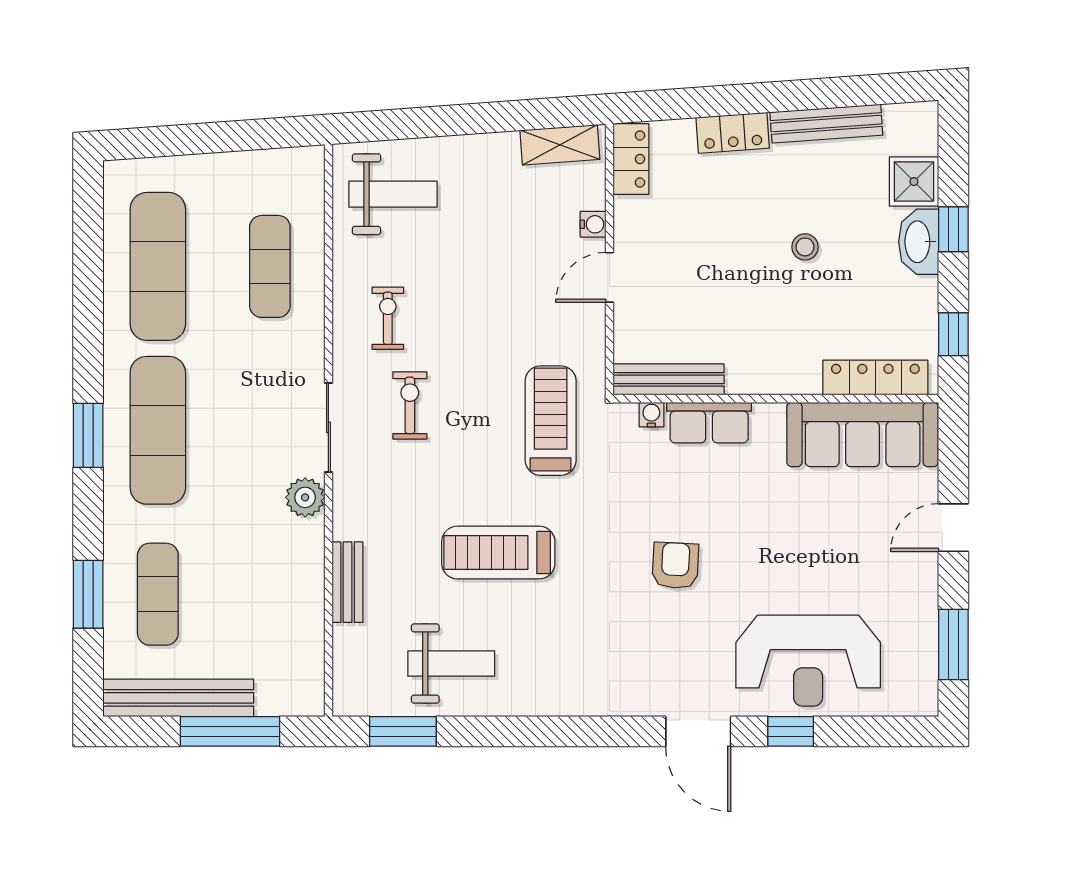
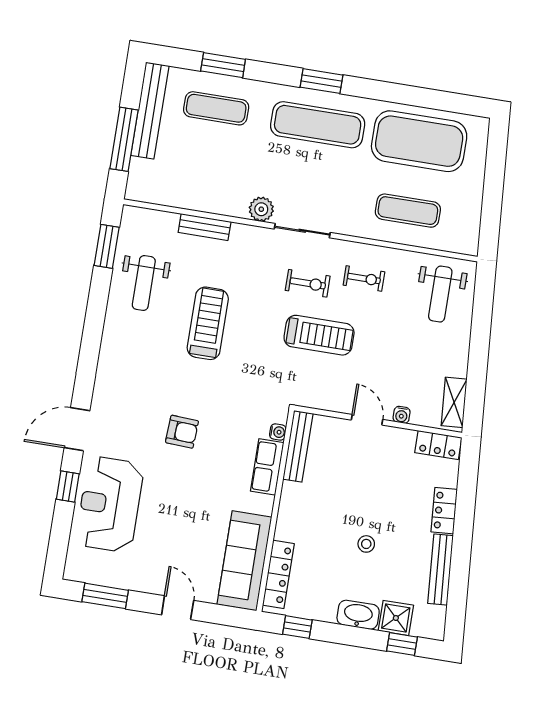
window: (953, 229) -> (402, 644), moved
exercise mat: (158, 266) -> (419, 141), width x1.47
treadmill: (551, 421) -> (319, 335), moved

